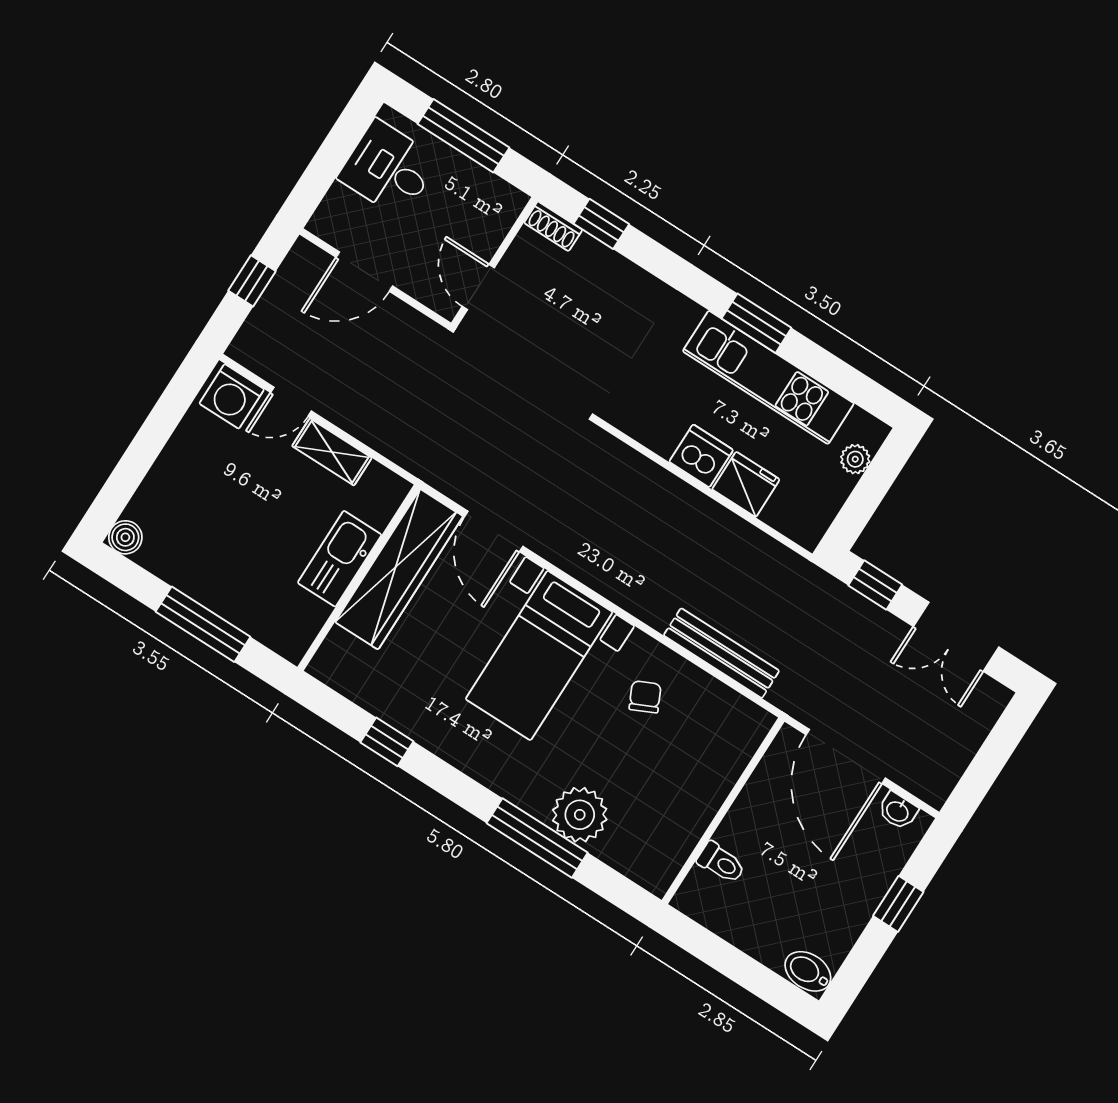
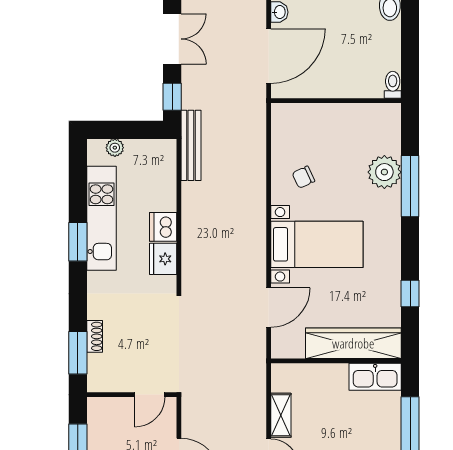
window: (601, 224) -> (78, 353), width x1.50
shoe rack: (553, 226) -> (95, 336), moved
fridge: (746, 484) -> (163, 259), moved
kitchen sink: (340, 559) -> (375, 377), moved
wardrobe: (399, 569) -> (353, 343), moved
bench: (721, 653) -> (191, 145), moved
toilet: (721, 863) -> (393, 85), moved

